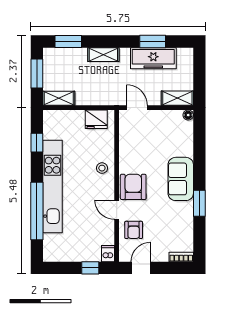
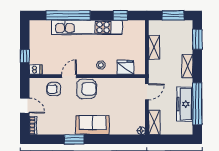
window: (153, 42) -> (197, 104), width x2.11
shelving: (59, 98) -> (154, 47), moved
fridge: (96, 119) -> (126, 67), moved, turned 90
door: (141, 268) -> (25, 106), moved

